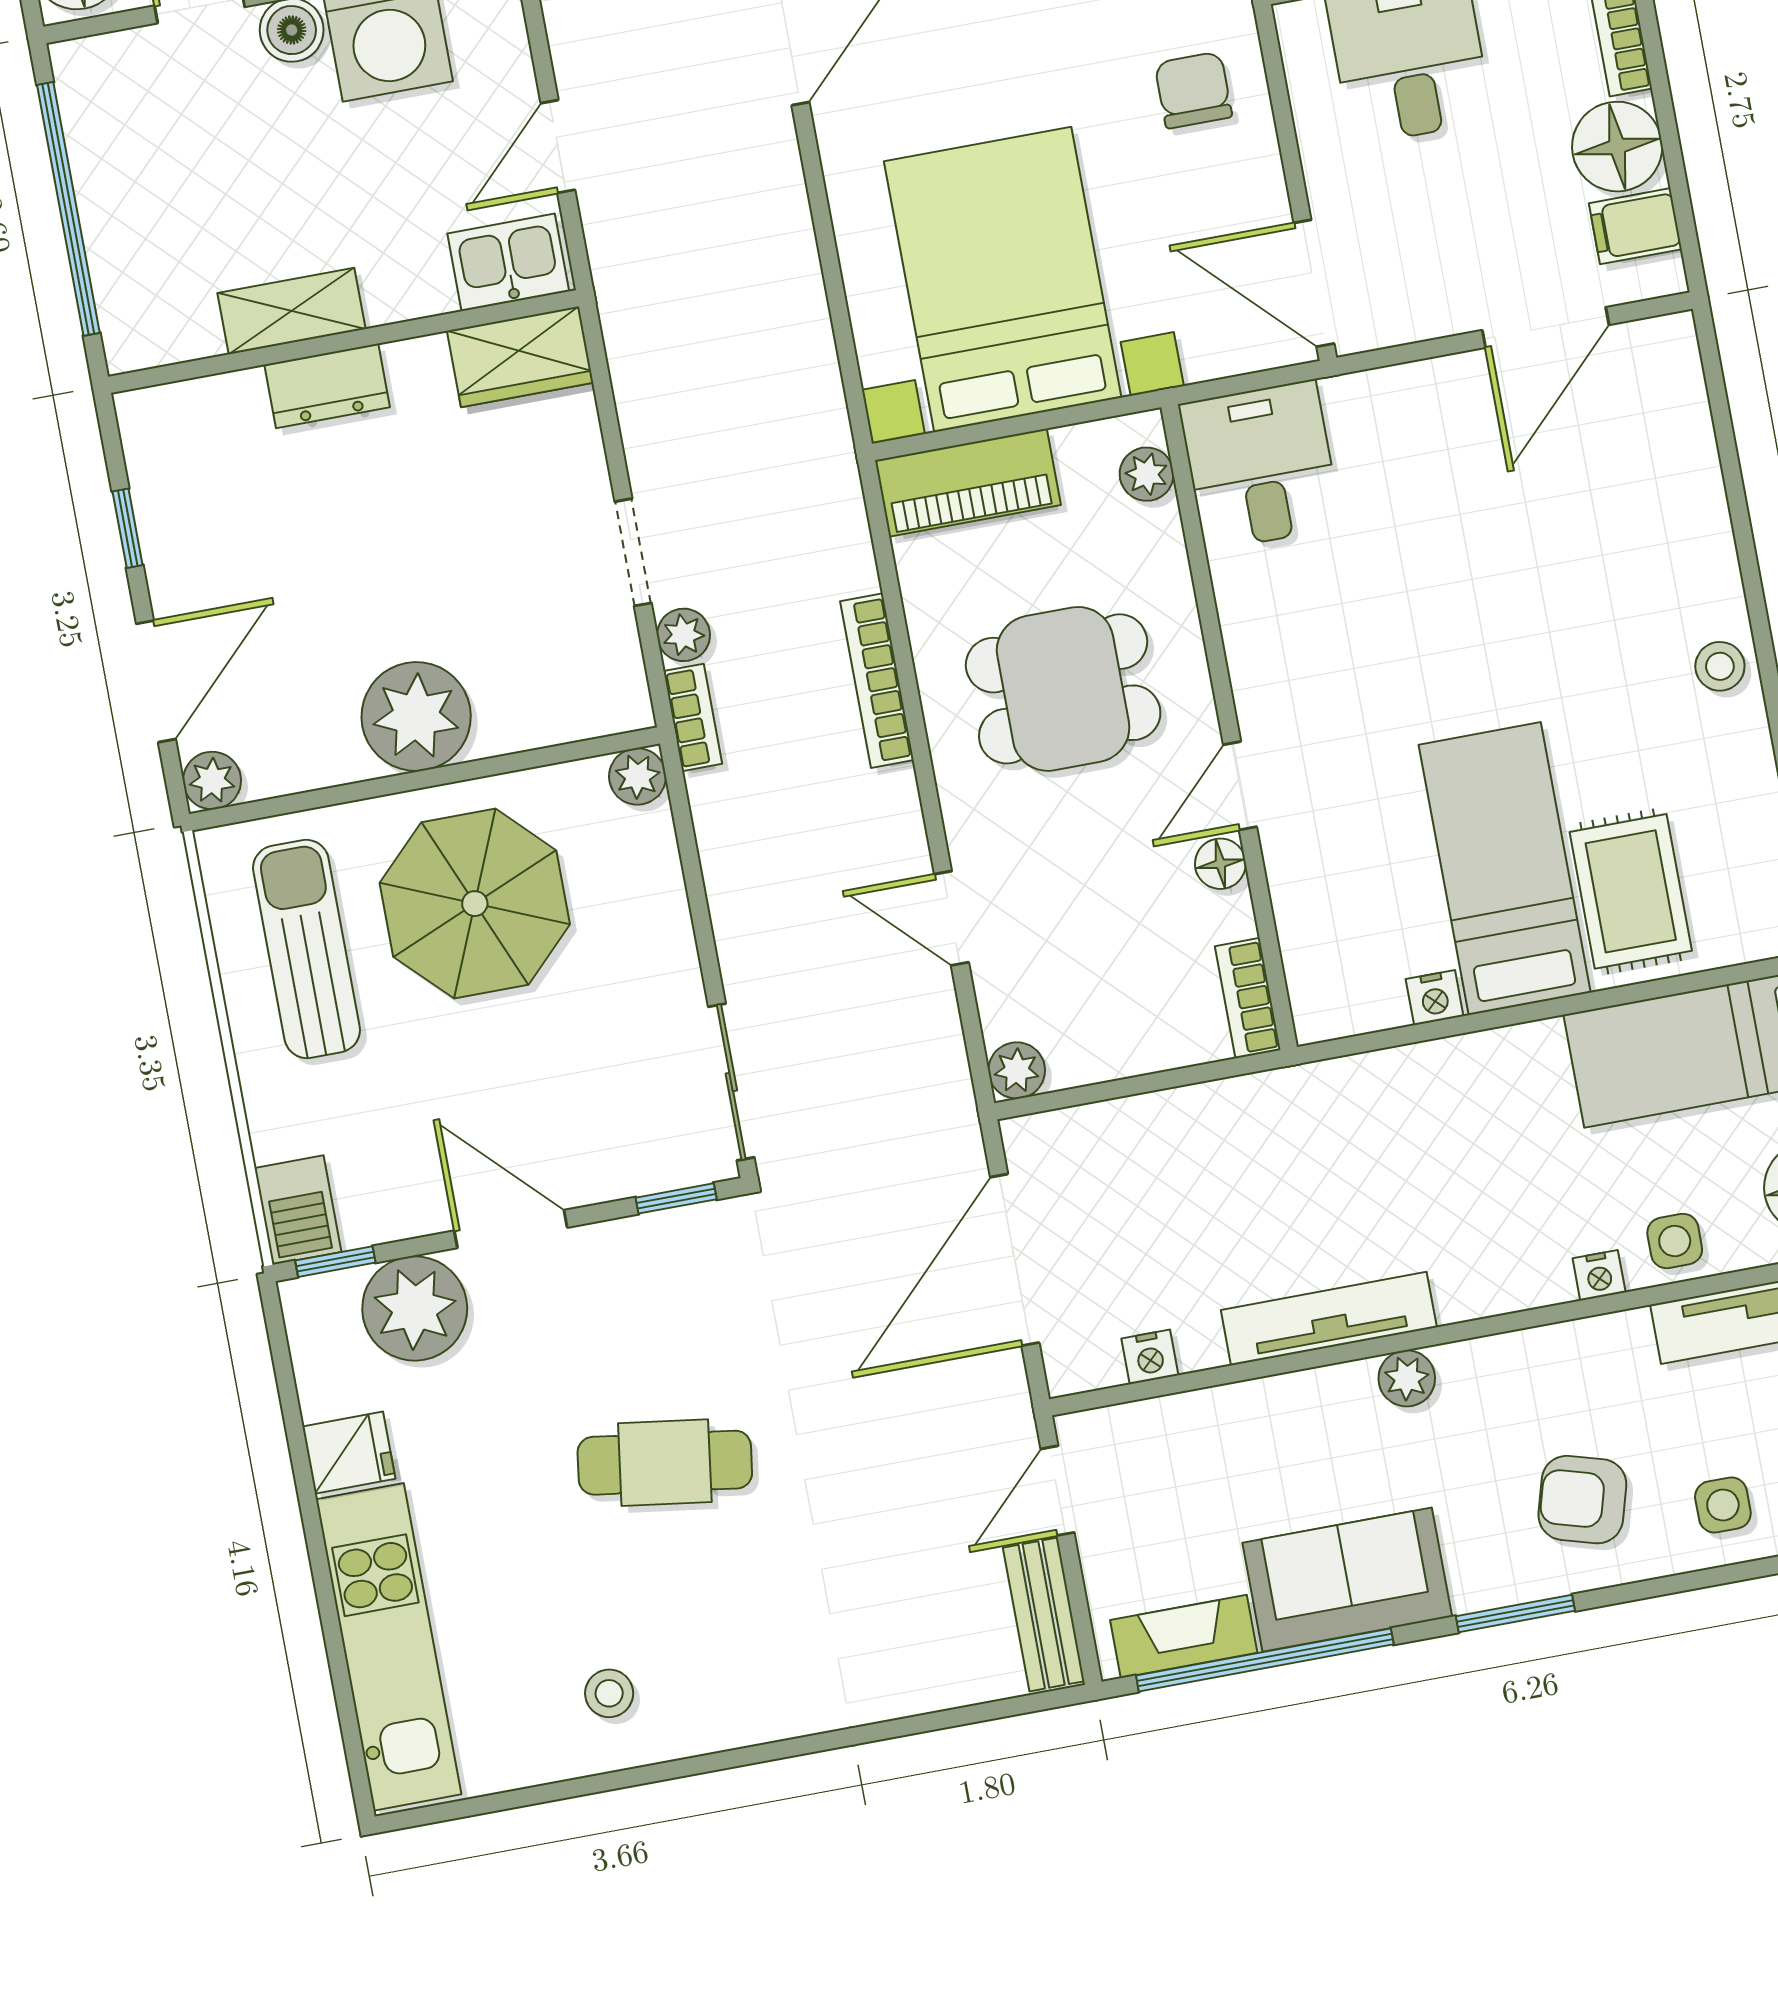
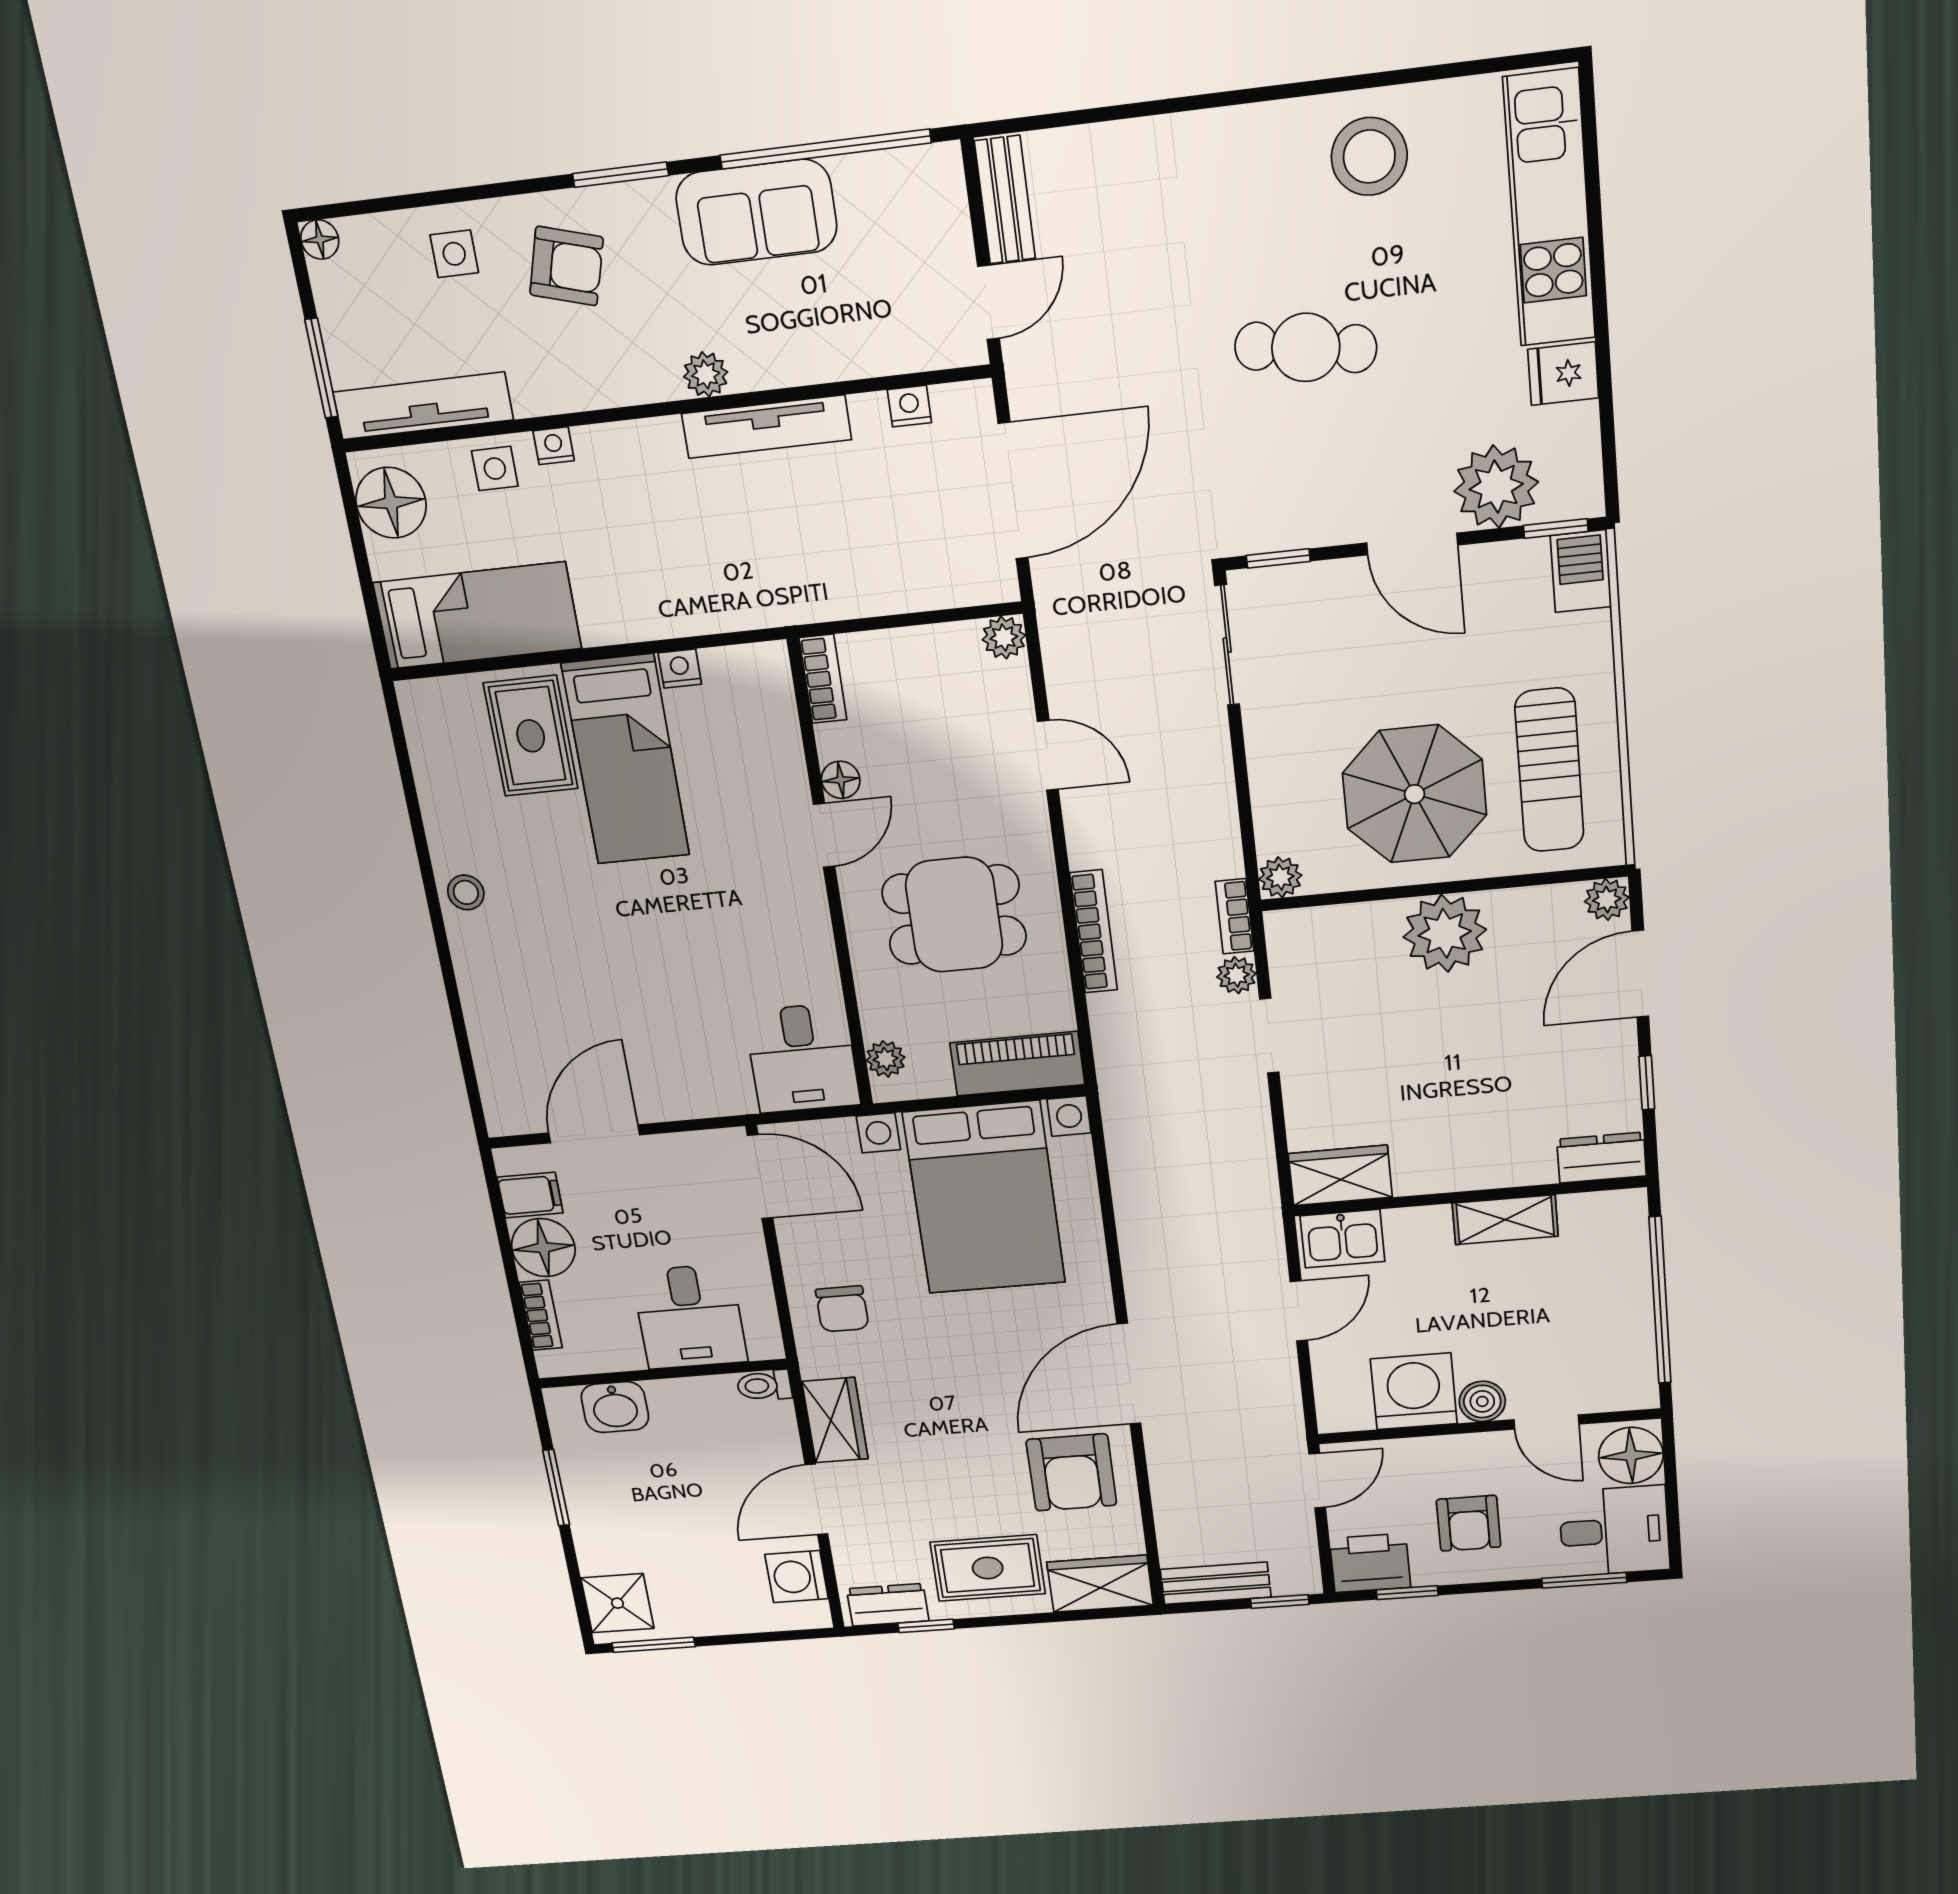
dresser: (327, 386) -> (1601, 1158), moved
fireplace: (1184, 1636) -> (891, 173), removed
stool: (609, 1693) -> (1369, 156), width x1.89, depth x1.89

